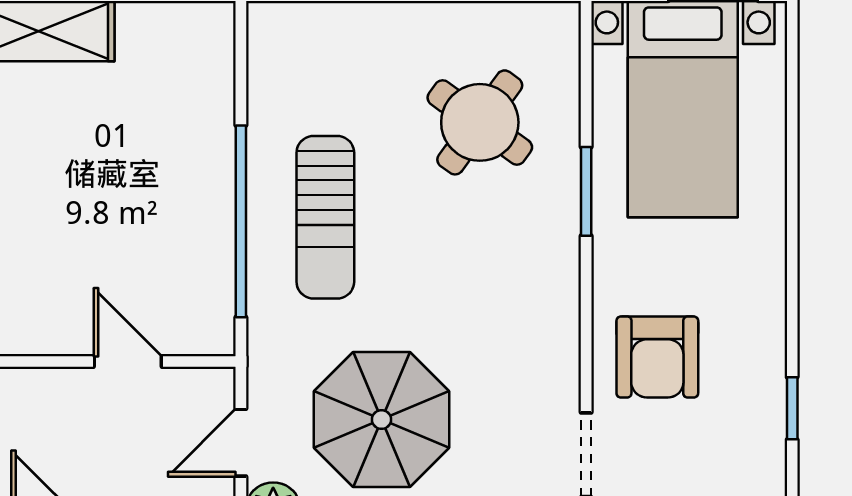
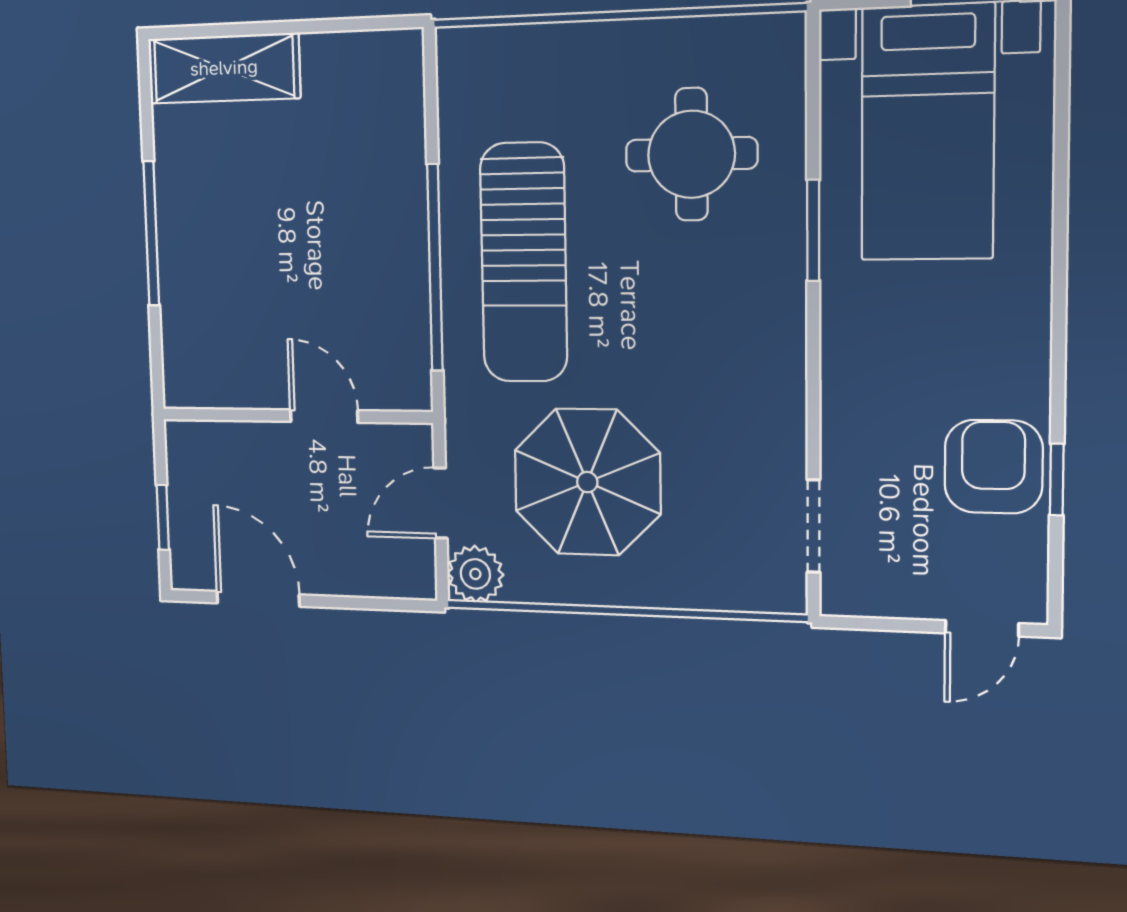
round table: (480, 122) -> (691, 154), turned -36
sun lounger: (325, 217) -> (524, 263), width x1.36, depth x1.34
armchair: (657, 357) -> (993, 467), moved, turned 180

